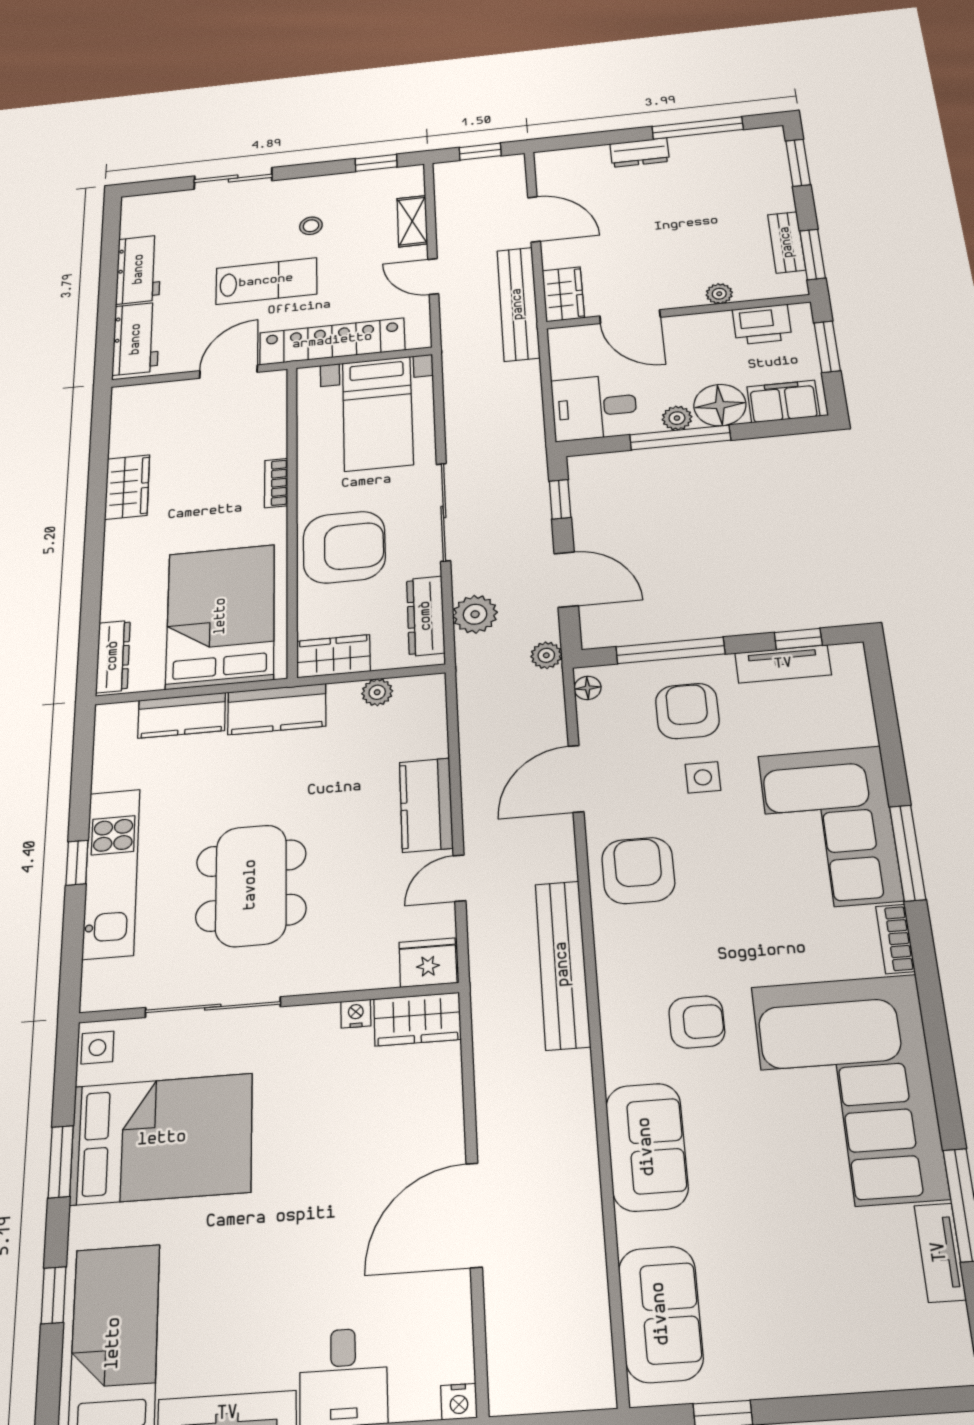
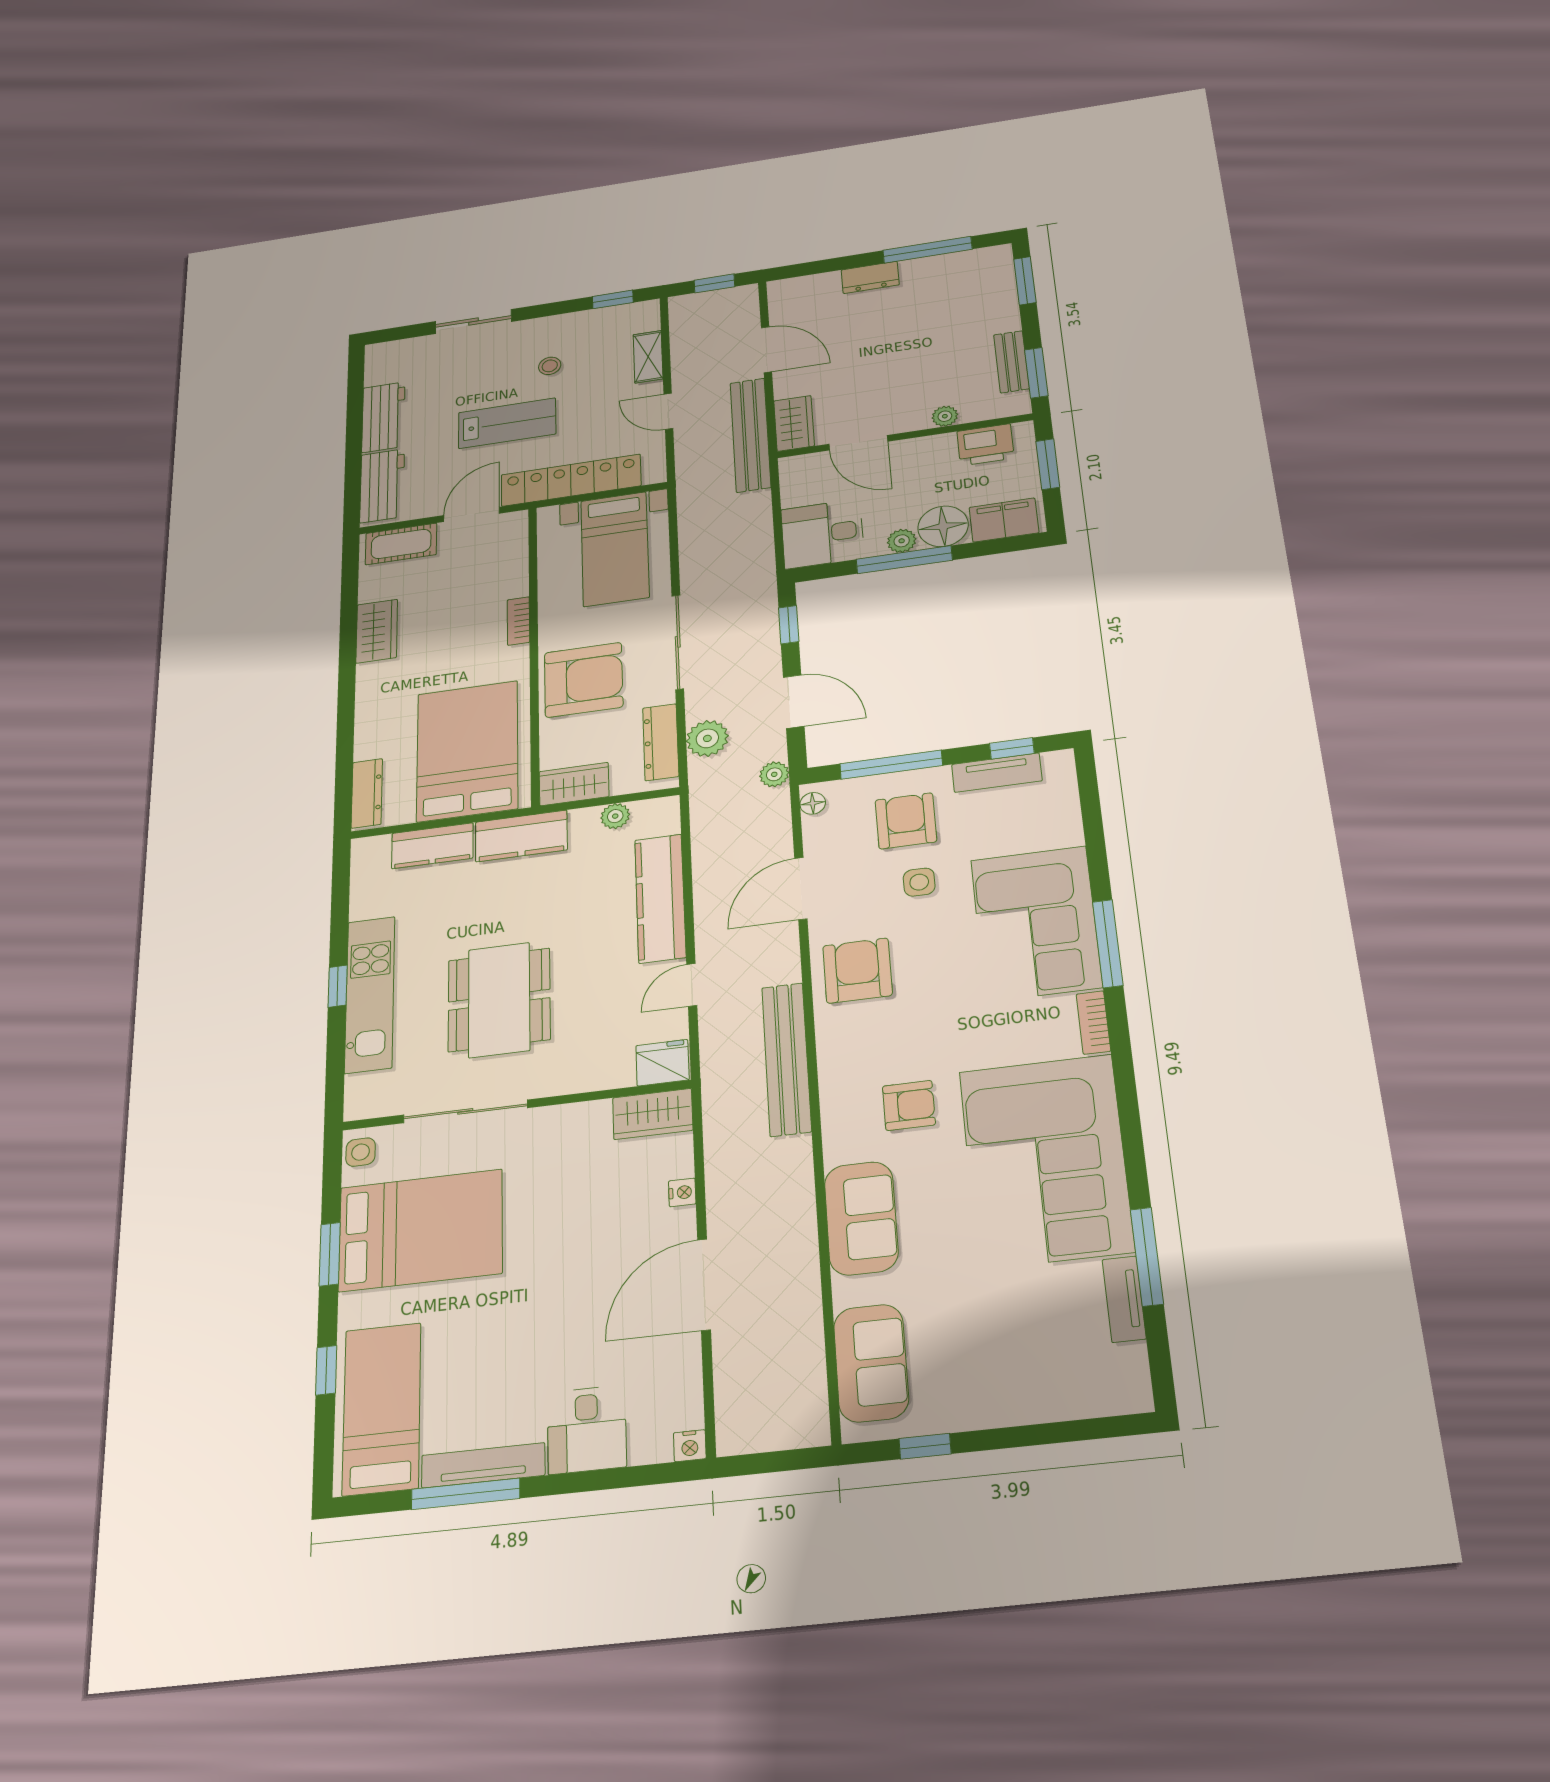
cot: (154, 399) -> (401, 544), added
kitchen counter: (426, 805) -> (660, 898), width x1.50
nightstand: (356, 1014) -> (682, 1192), moved, turned 90

